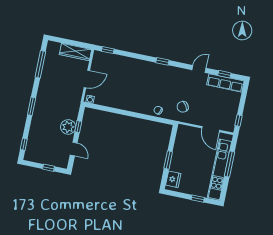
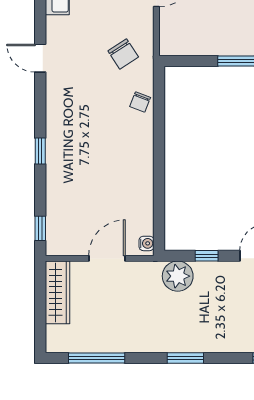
window: (162, 61) -> (40, 151), moved
door: (199, 69) -> (40, 58), moved
door: (87, 79) -> (107, 258), hinge flipped
plant: (68, 127) -> (178, 276), moved

